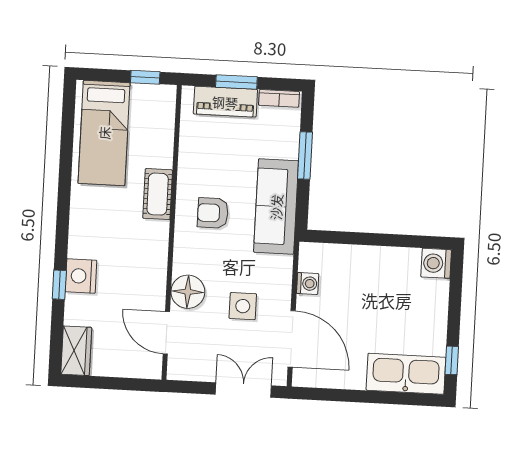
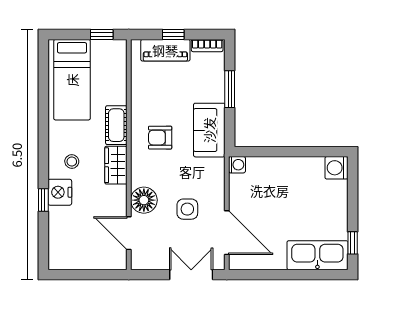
window: (236, 82) -> (173, 34), width x0.67
sofa: (276, 207) -> (209, 130), width x0.73
stool: (98, 238) -> (72, 162), added
washing machine: (308, 284) -> (237, 165), moved
wardrobe: (76, 351) -> (116, 165), moved, turned 180

